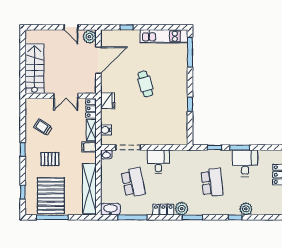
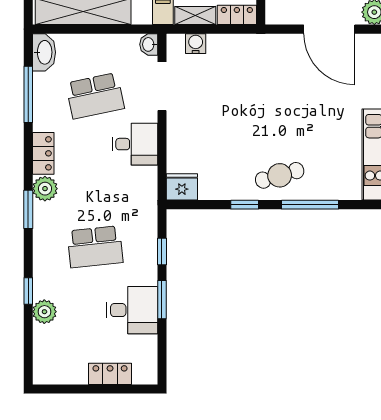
window: (190, 52) -> (310, 205), moved
cafe table: (145, 84) -> (280, 175), moved
fridge: (108, 101) -> (182, 187), moved, turned 180

